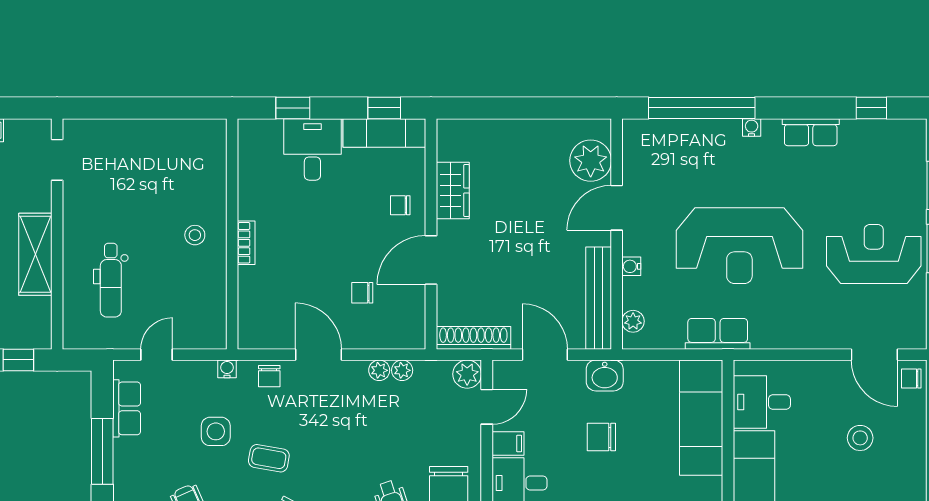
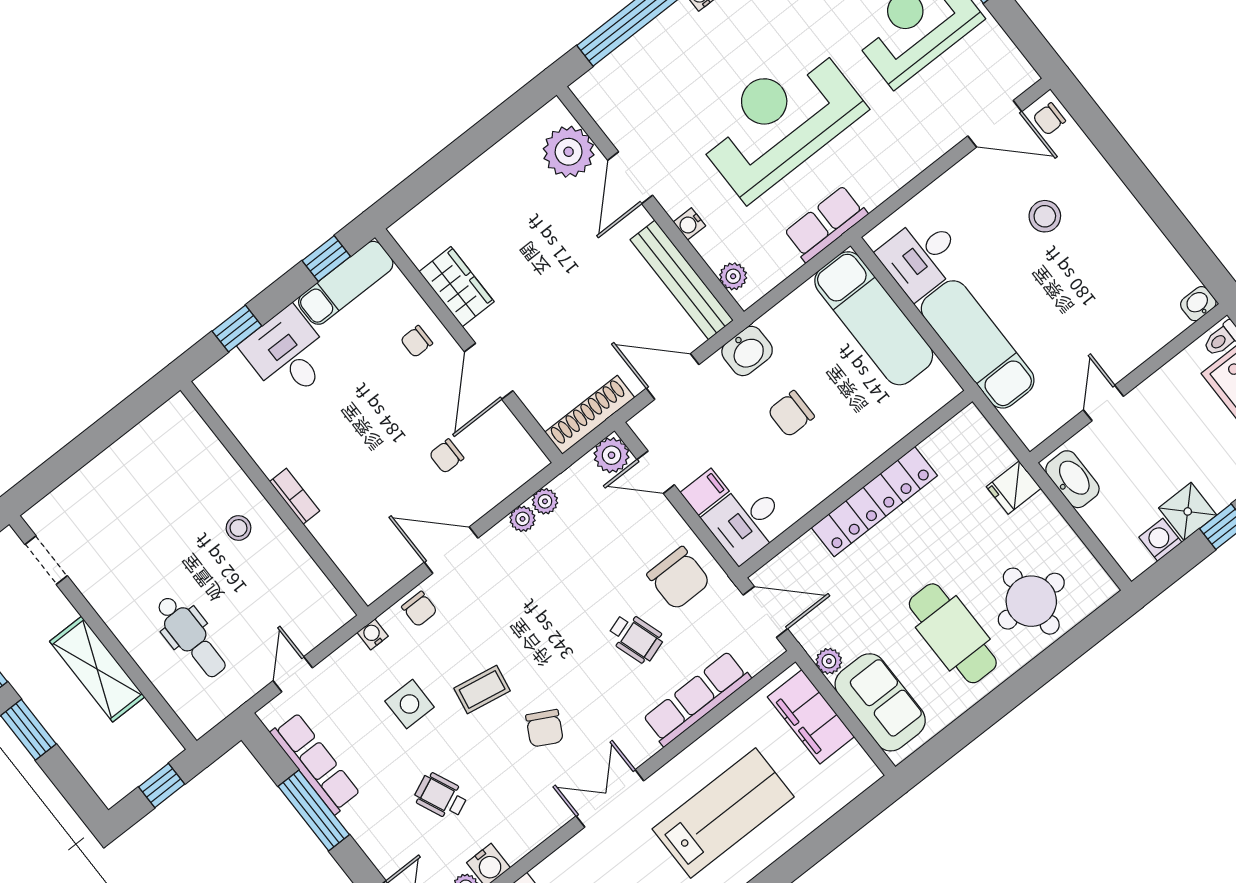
reception desk: (739, 246) -> (779, 121), turned 180
door: (487, 407) -> (656, 472), swing flipped
row of seats: (127, 408) -> (315, 763), width x1.48

